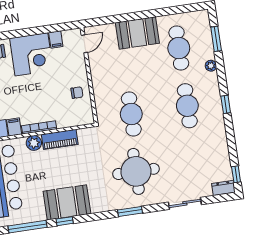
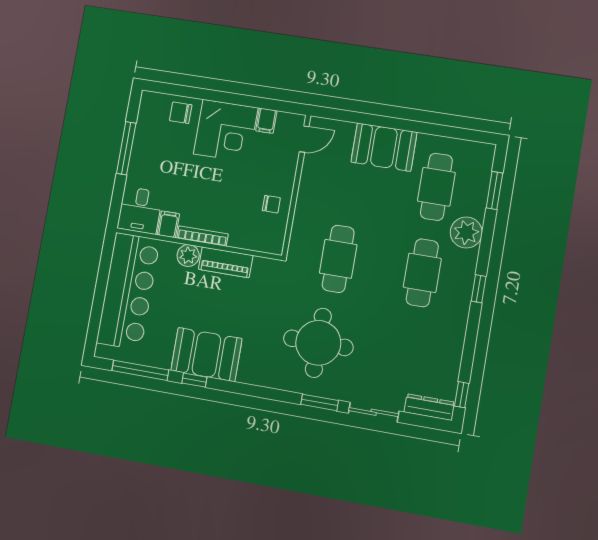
plant: (211, 66) -> (466, 233), width x1.87, depth x1.87
dresser: (223, 188) -> (429, 407), width x1.44
window: (130, 211) -> (320, 402), moved

